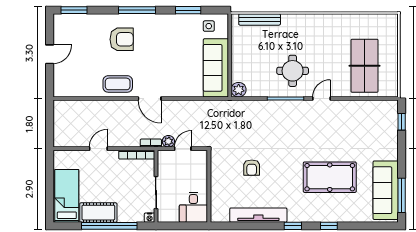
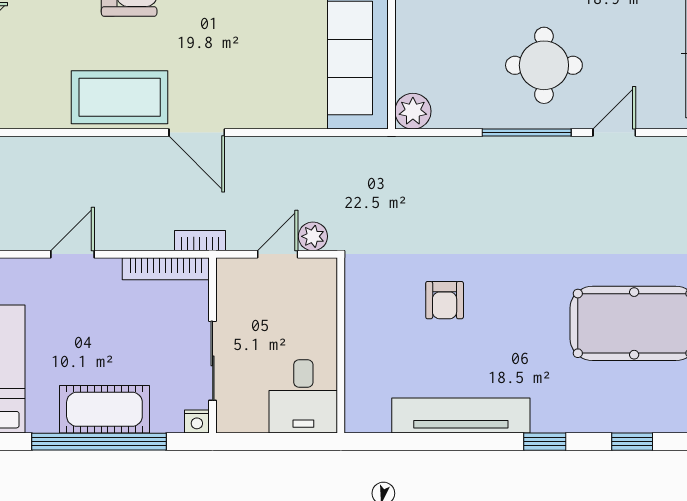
coffee table: (118, 84) -> (120, 97), width x1.36, depth x1.32
plant: (168, 141) -> (313, 236), moved
cot: (98, 213) -> (104, 409), moved

